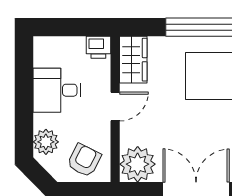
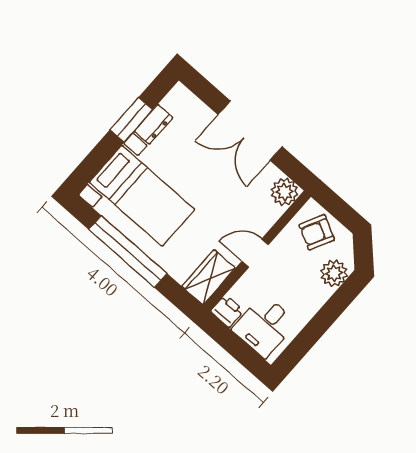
desk: (57, 90) -> (264, 326), moved, turned 90
plant: (138, 164) -> (284, 192), width x0.73, depth x0.73

